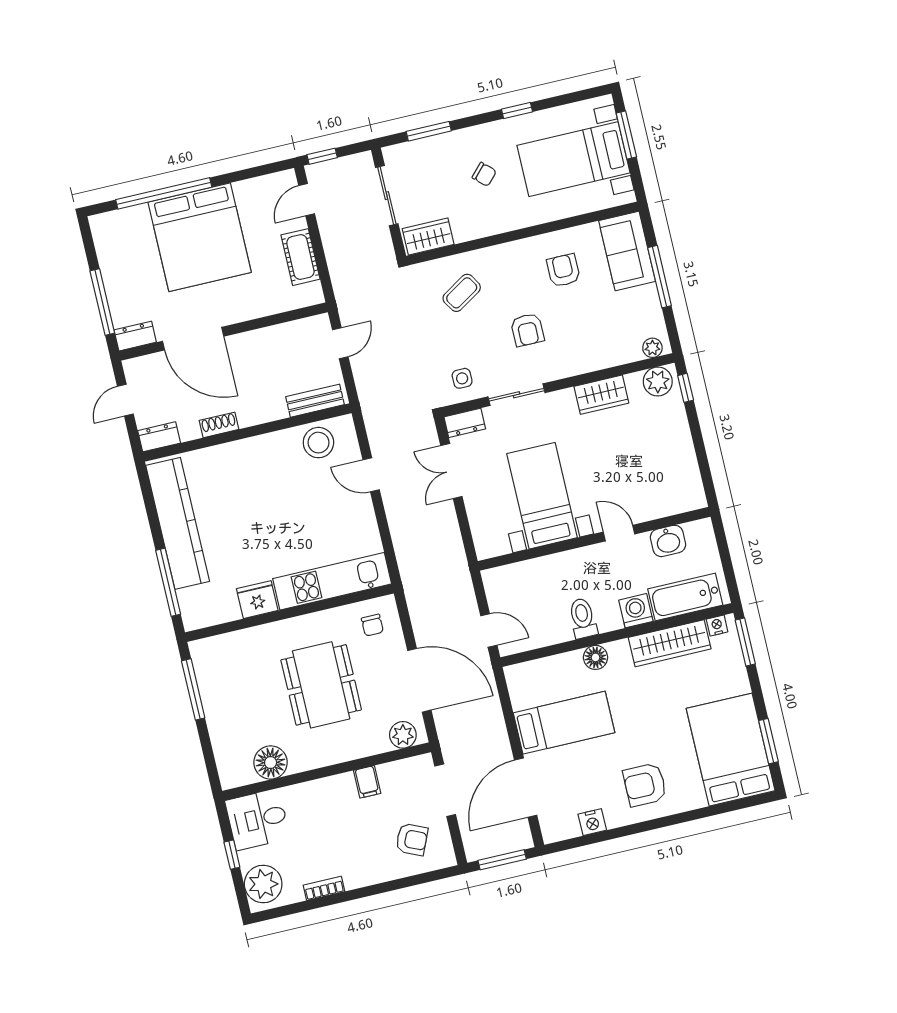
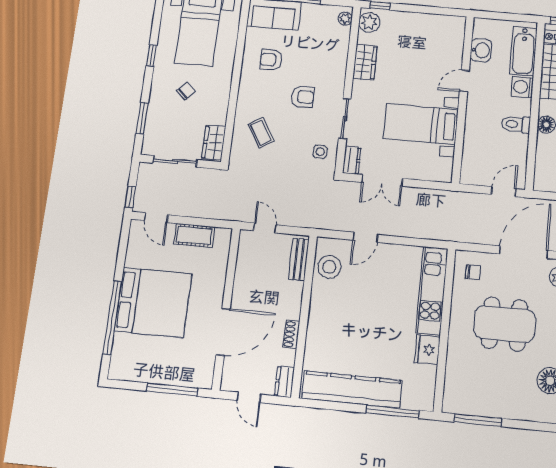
dresser: (135, 336) -> (206, 374), removed

